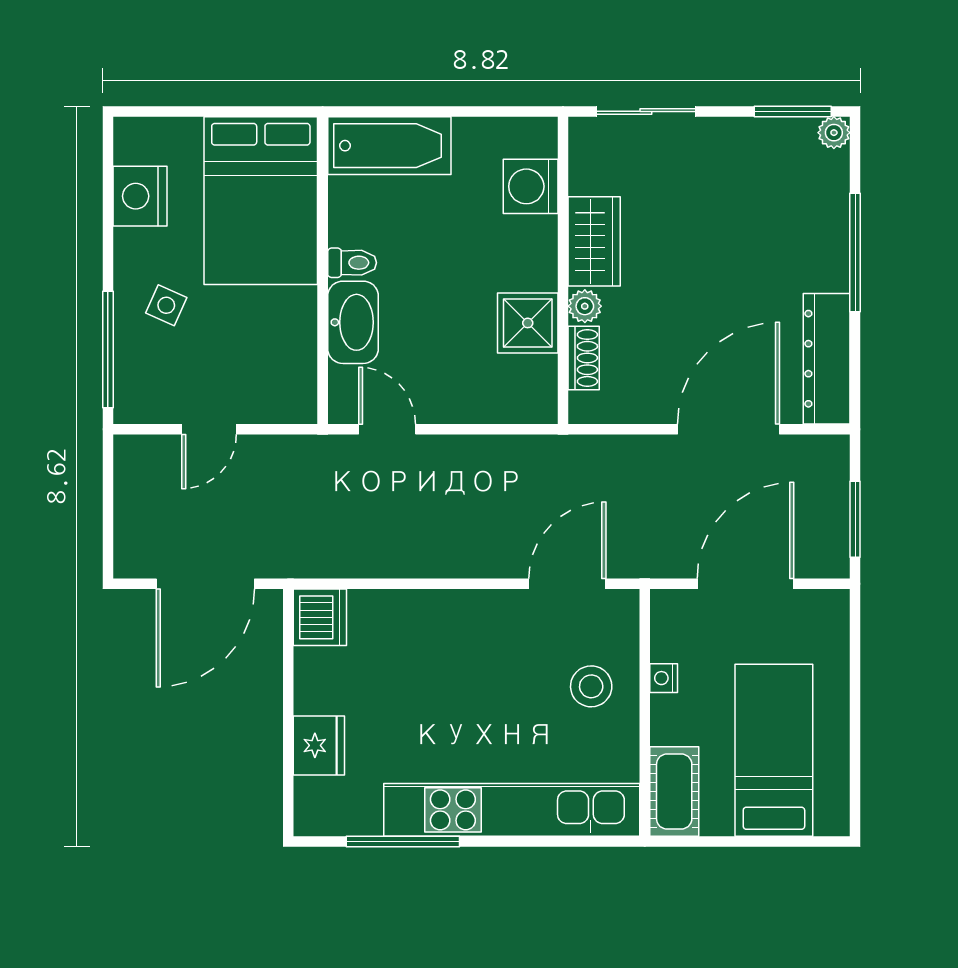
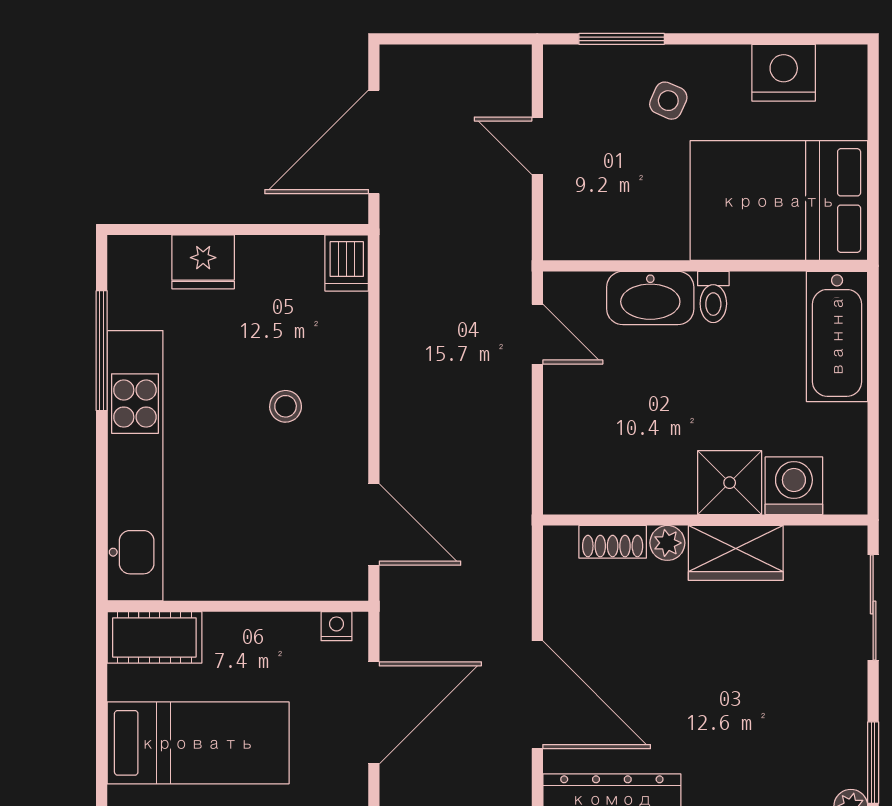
shower: (528, 323) -> (730, 483), moved
window: (108, 349) -> (622, 39), width x0.69
door: (387, 429) -> (537, 334), hinge flipped
door: (205, 584) -> (374, 142), hinge flipped
door: (745, 584) -> (374, 713), hinge flipped
dishwasher: (320, 617) -> (347, 263), width x0.73
nightstand: (664, 678) -> (337, 626), moved
stool: (591, 686) -> (286, 406), moved, width x0.73, depth x0.73

